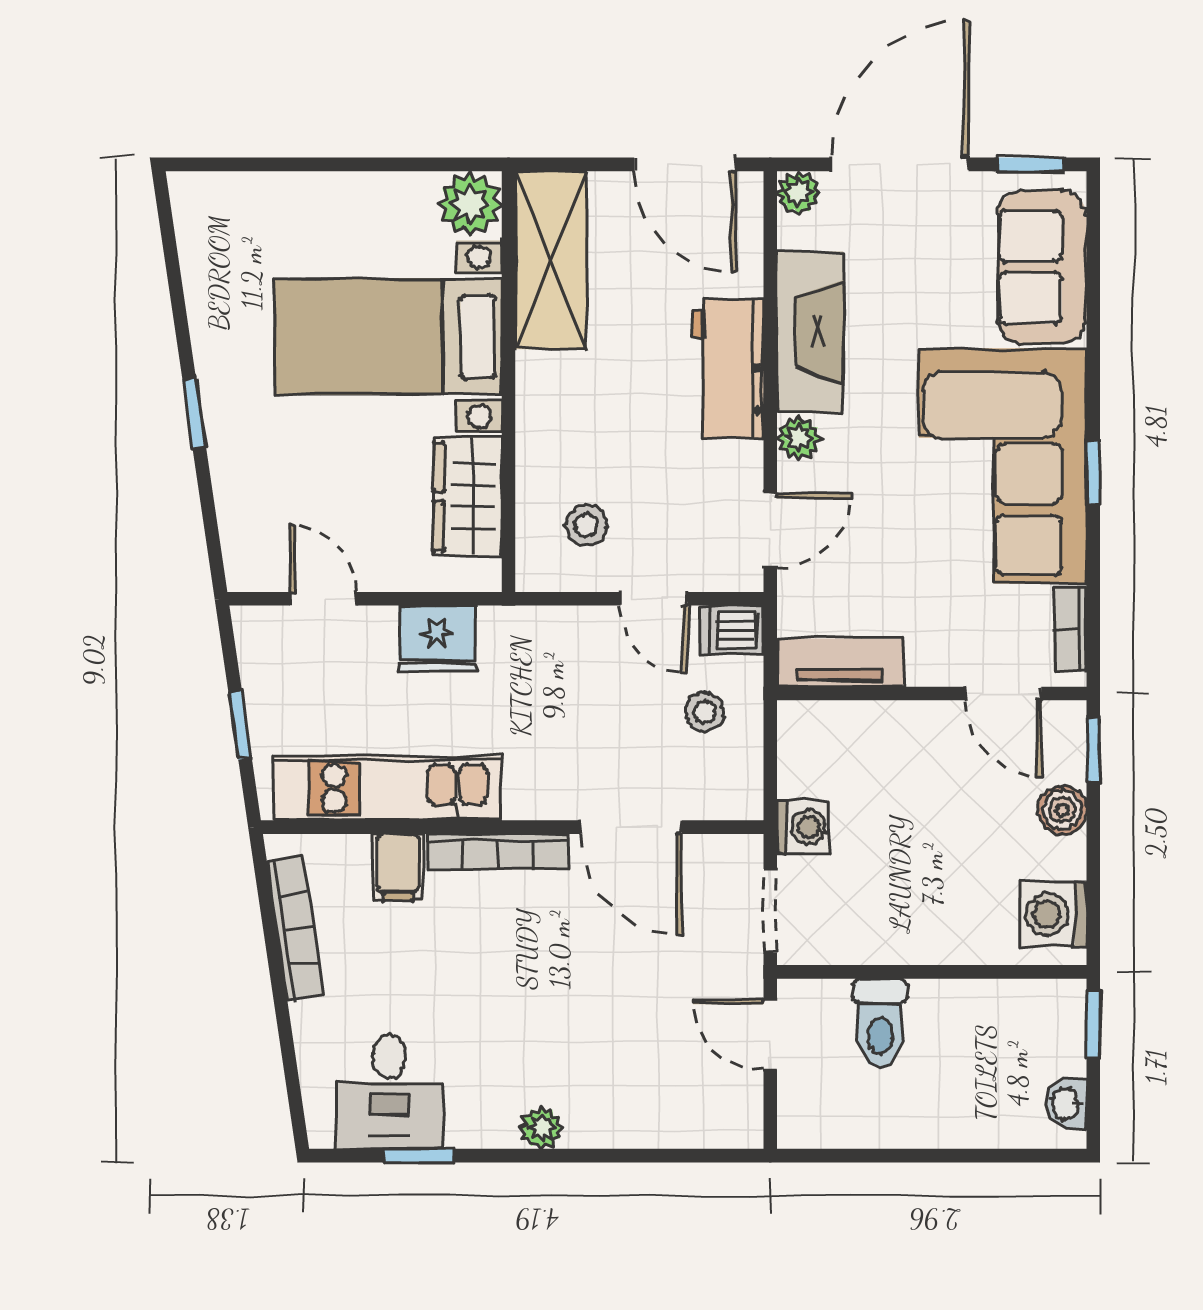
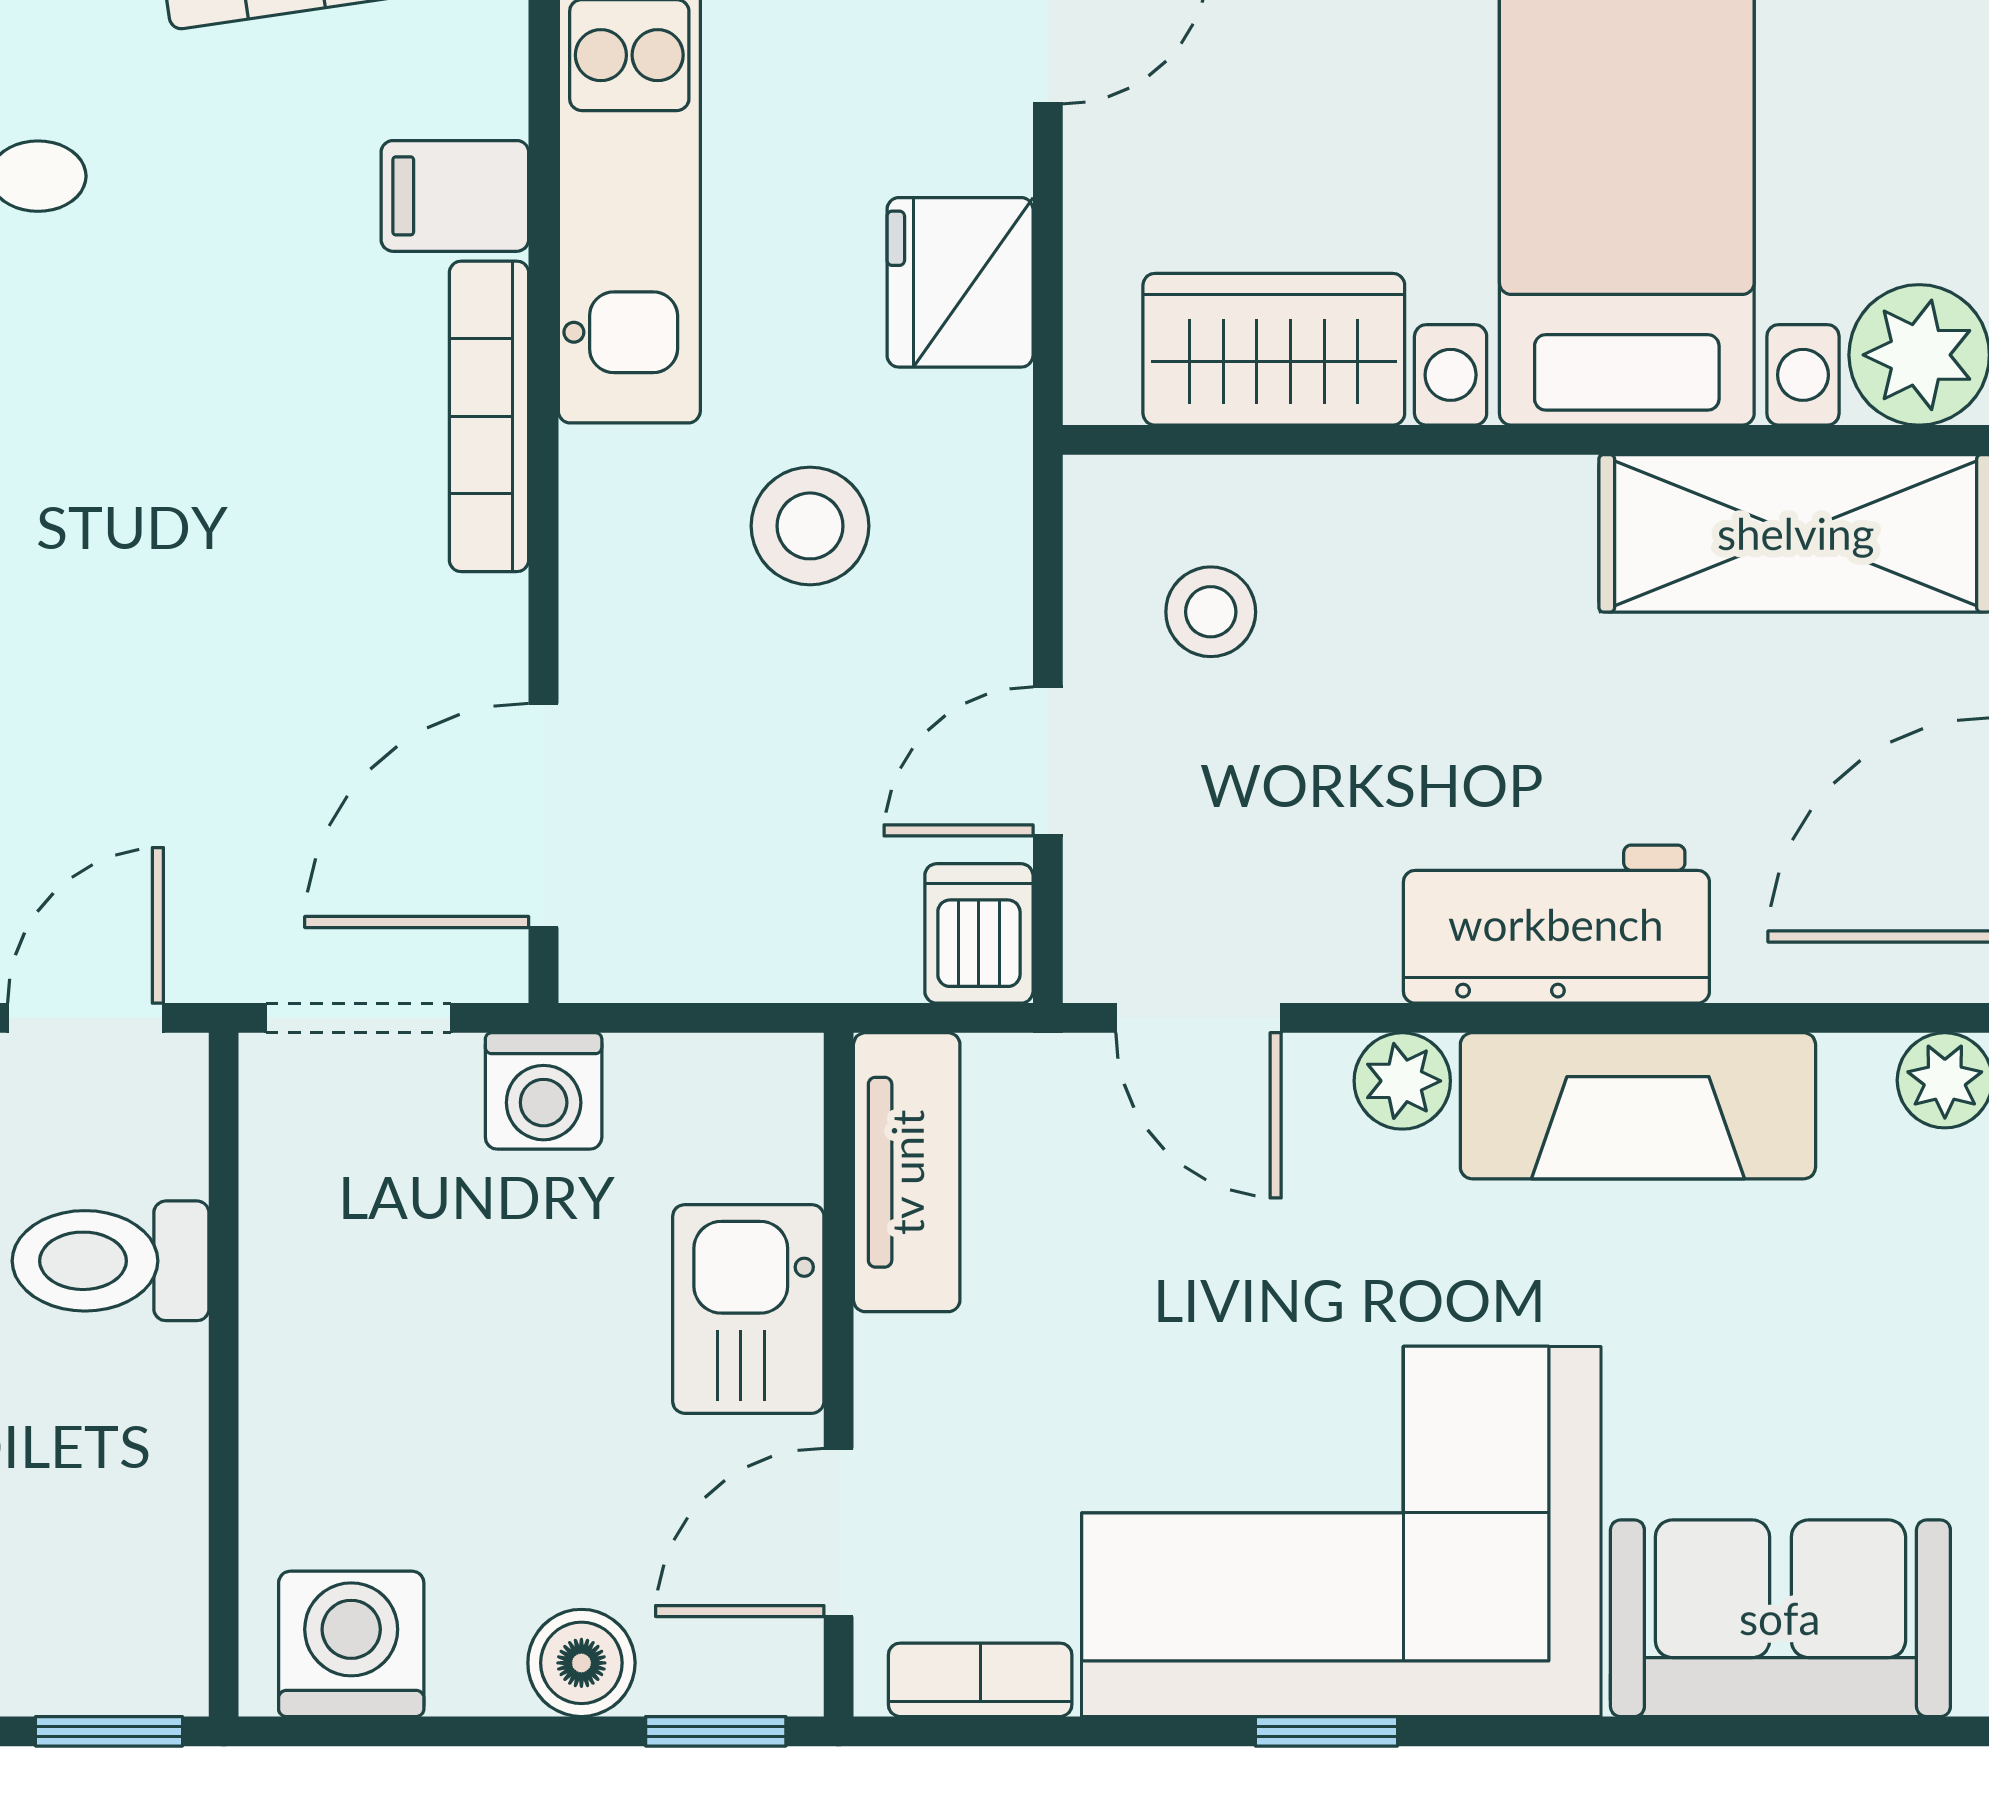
stool: (705, 712) -> (810, 526), moved, width x1.37, depth x1.37
kitchen sink: (902, 734) -> (748, 1309), added
door: (631, 827) -> (544, 815), moved

